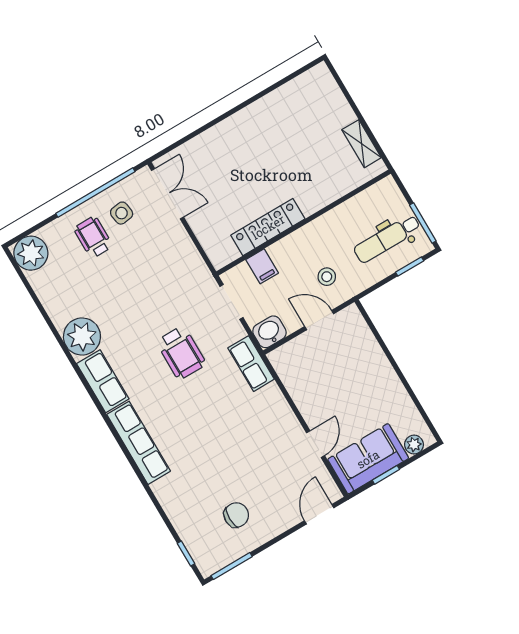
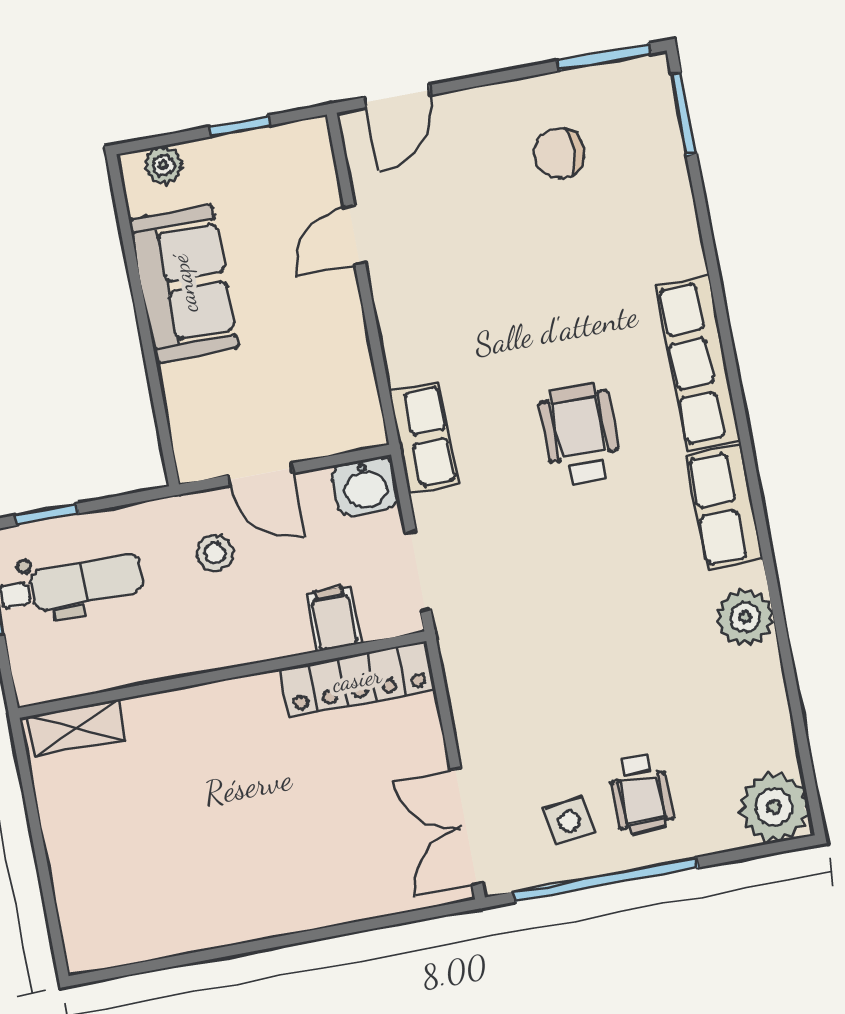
shelving: (362, 144) -> (76, 728), moved, turned 90
locker: (268, 227) -> (357, 679), moved
plant: (82, 337) -> (745, 617), width x0.73, depth x0.73
wheelchair: (181, 353) -> (580, 434), moved
sofa: (368, 459) -> (184, 284), moved, turned -90
window: (186, 553) -> (684, 114), width x1.50

